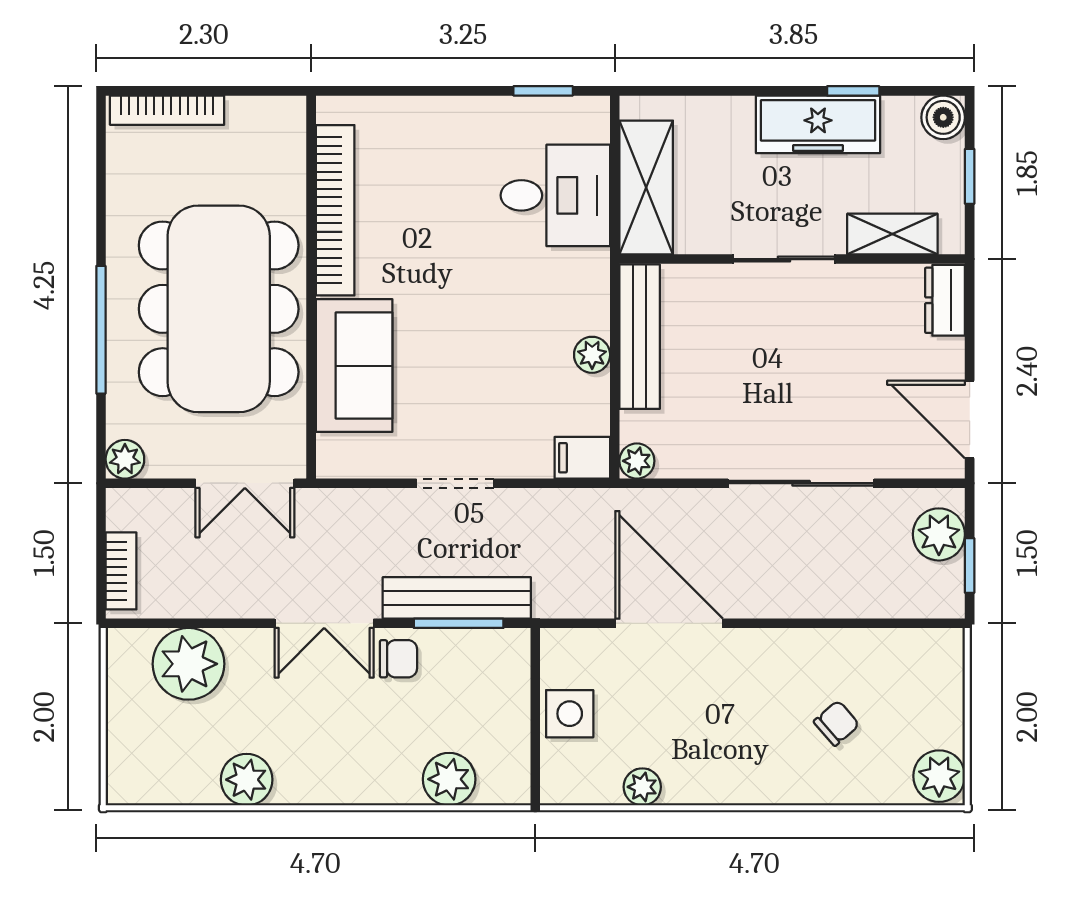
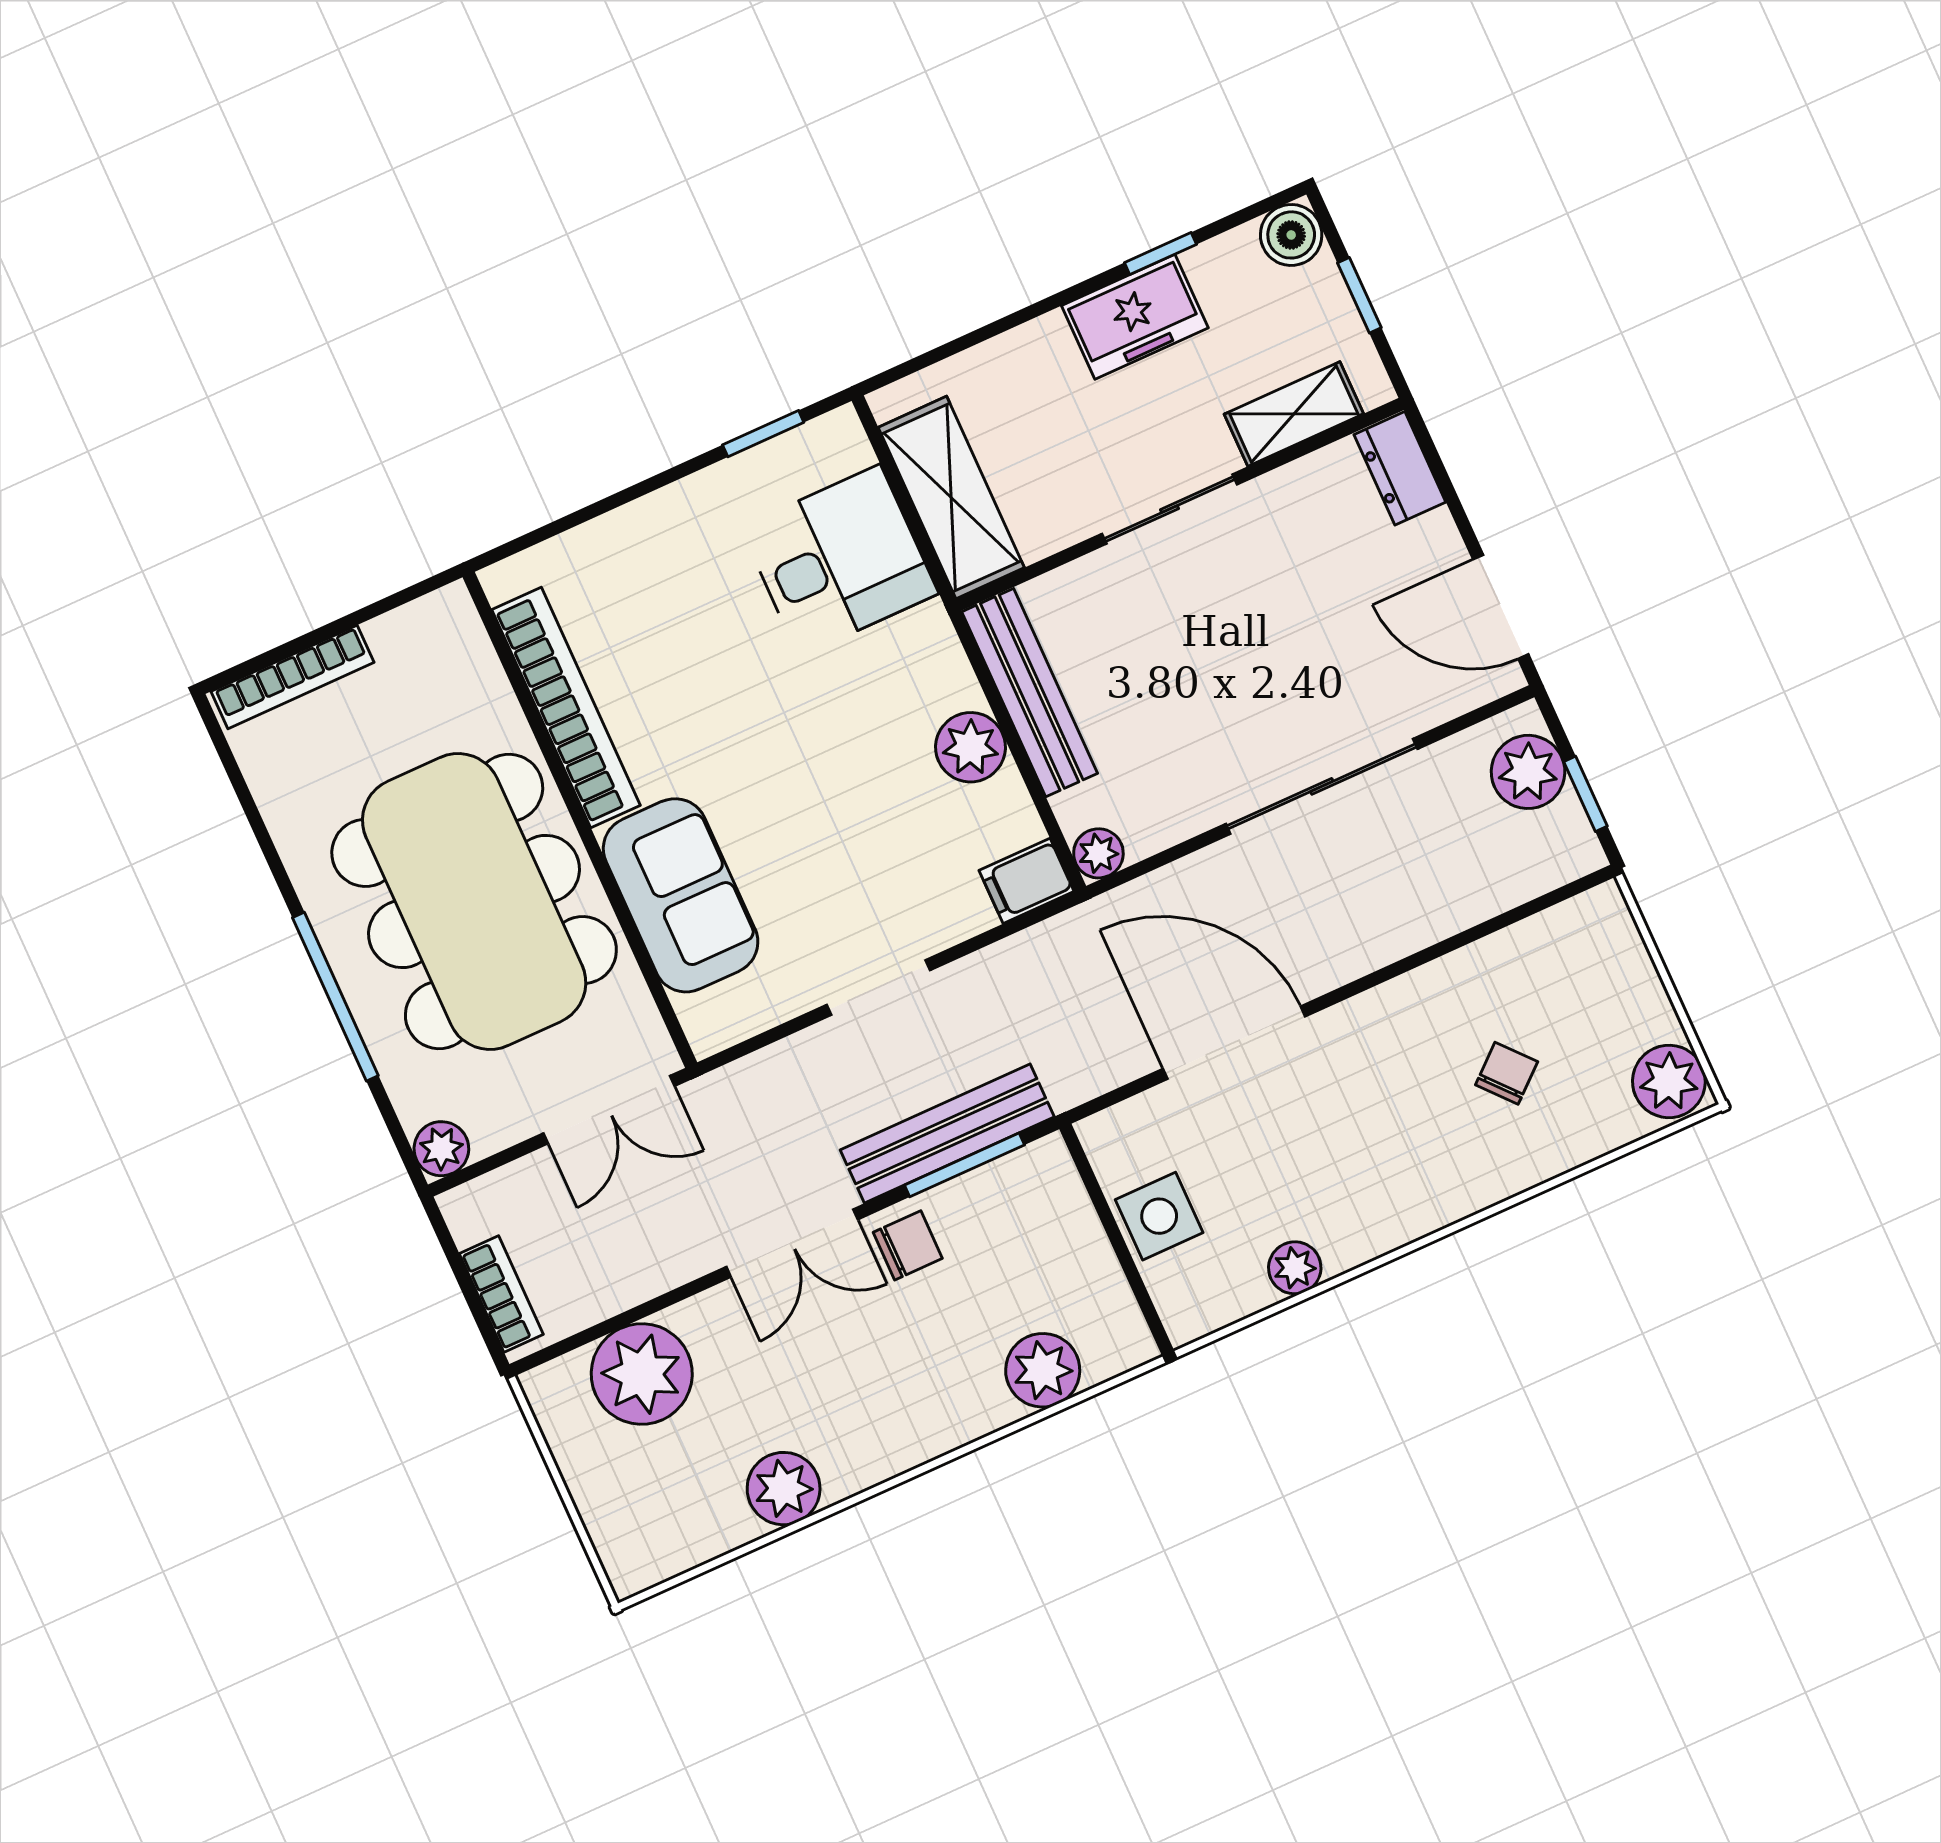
freezer: (818, 124) -> (1135, 317), width x0.71
plant: (592, 355) -> (971, 747), width x1.38, depth x1.38

